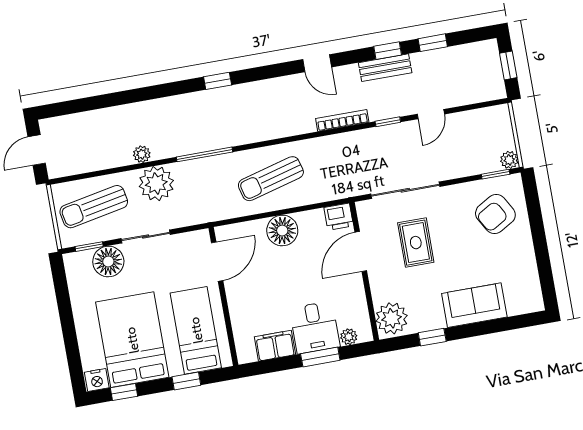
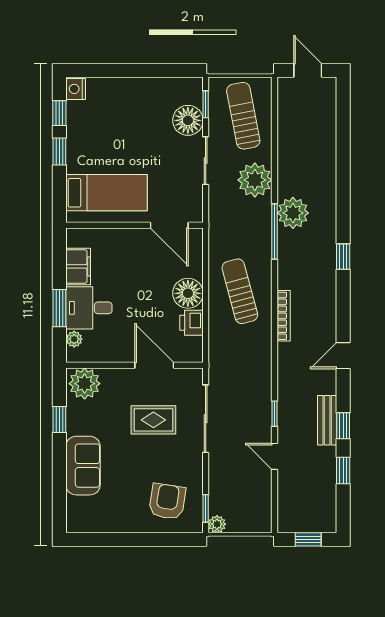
bookcase: (342, 120) -> (284, 316), moved
plant: (142, 154) -> (293, 213), moved, width x1.88, depth x1.88
armchair: (495, 214) -> (167, 501), turned 39
printer: (339, 217) -> (192, 323), moved
bed: (132, 340) -> (109, 130), removed
window: (186, 381) -> (59, 151), moved

